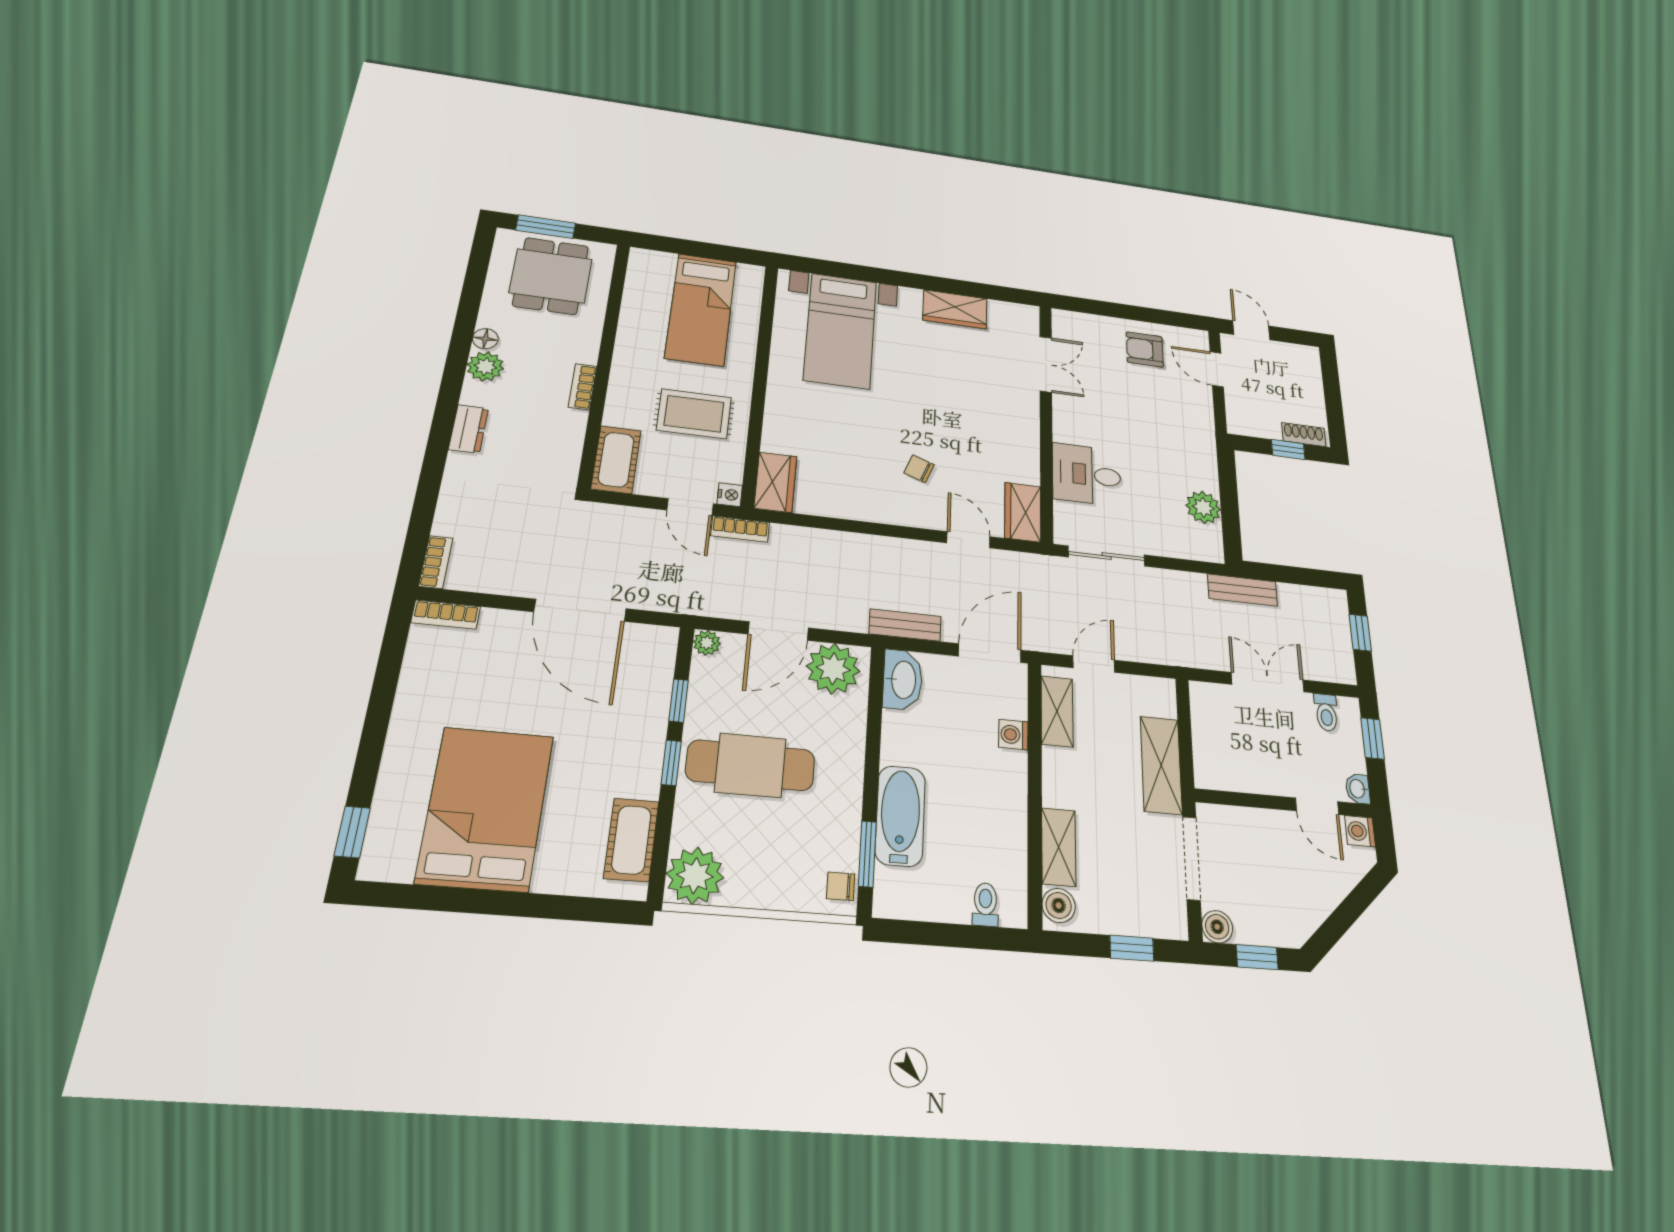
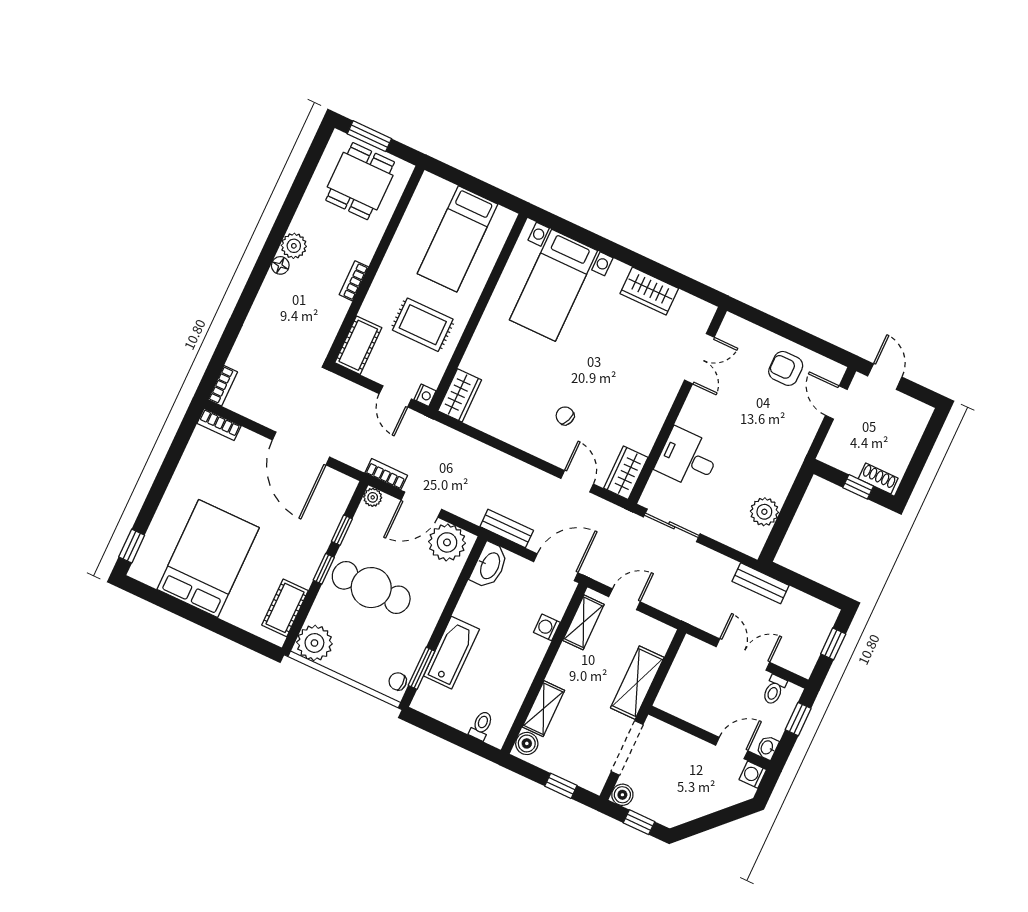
floor lamp: (485, 339) -> (280, 265), moved
dresser: (469, 429) -> (269, 293), removed
bookcase: (740, 529) -> (386, 474), moved, turned 180
door: (1317, 806) -> (732, 748), swing flipped

